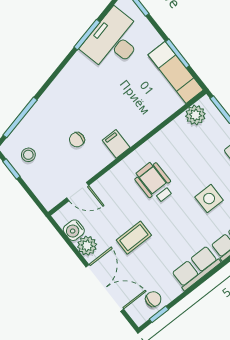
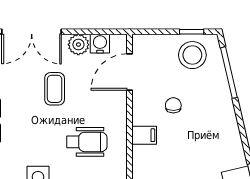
stool: (28, 155) -> (192, 55), width x1.89, depth x1.89
door: (78, 192) -> (130, 72), width x1.38

